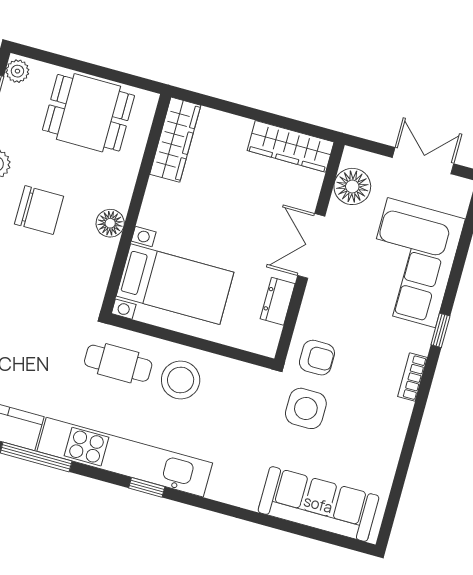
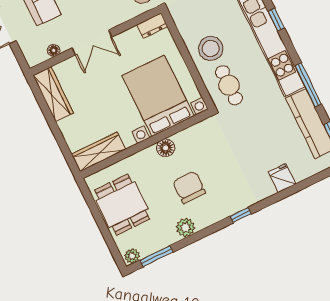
floor lamp: (352, 186) -> (54, 50), width x0.53, depth x0.53
bed with nightstands: (175, 284) -> (158, 96), width x1.36
dresser: (278, 301) -> (152, 26), moved

